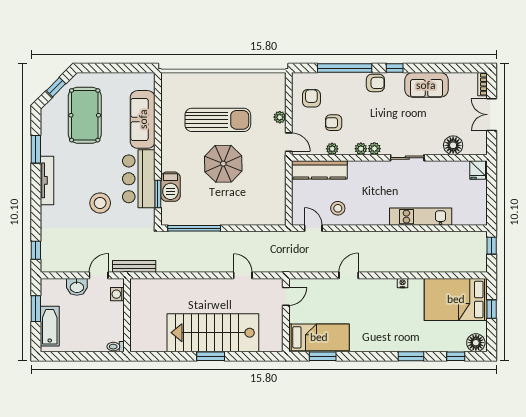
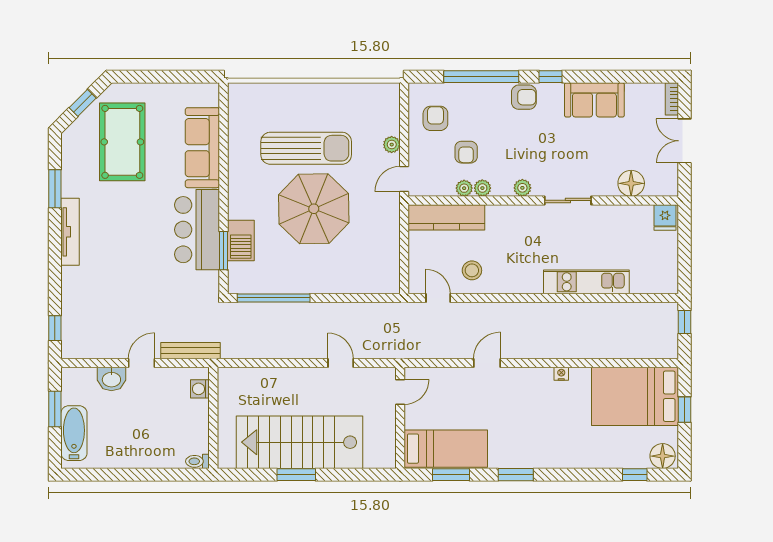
armchair: (334, 123) -> (466, 152), turned -90
door: (289, 142) -> (404, 179), swing flipped
plant: (361, 149) -> (482, 188), moved
parasol: (223, 164) -> (314, 209), width x1.36, depth x1.36
stool: (100, 203) -> (144, 263), removed
washing machine: (117, 294) -> (200, 389), moved
wall: (127, 315) -> (213, 418), moved
toilet: (116, 347) -> (197, 461), moved
window: (411, 356) -> (516, 475), moved

